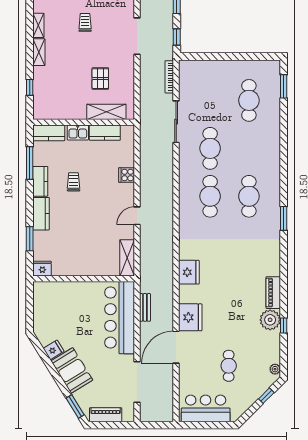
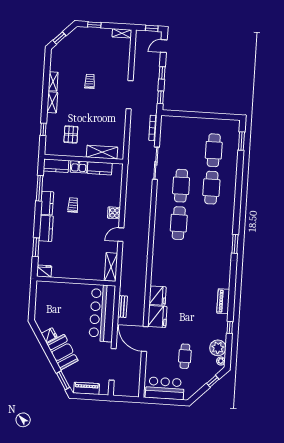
pallet: (100, 79) -> (71, 134), moved
cooker: (127, 175) -> (114, 213), moved
cafe table: (249, 196) -> (211, 188), moved
fridge: (189, 272) -> (158, 296), moved
plant: (270, 320) -> (218, 348), moved
door: (176, 347) -> (145, 339), hinge flipped

